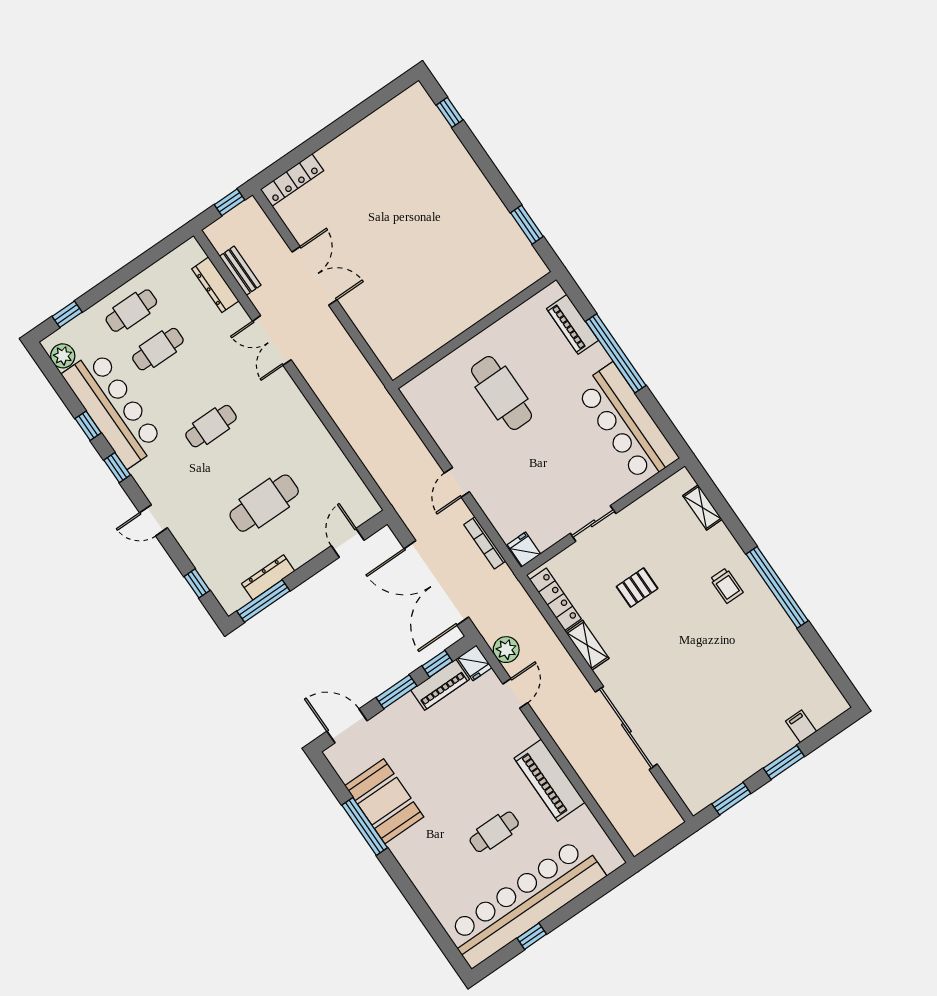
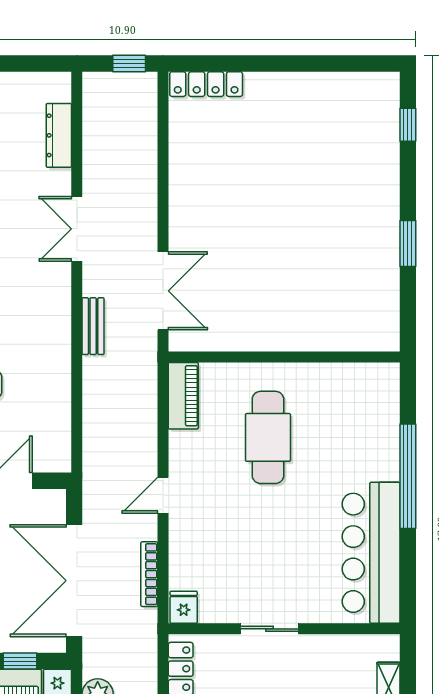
window: (527, 225) -> (408, 243), moved
bench: (240, 271) -> (93, 326), moved
double door: (314, 276) -> (163, 291), moved
piano: (573, 324) -> (183, 396), moved, turned 180

